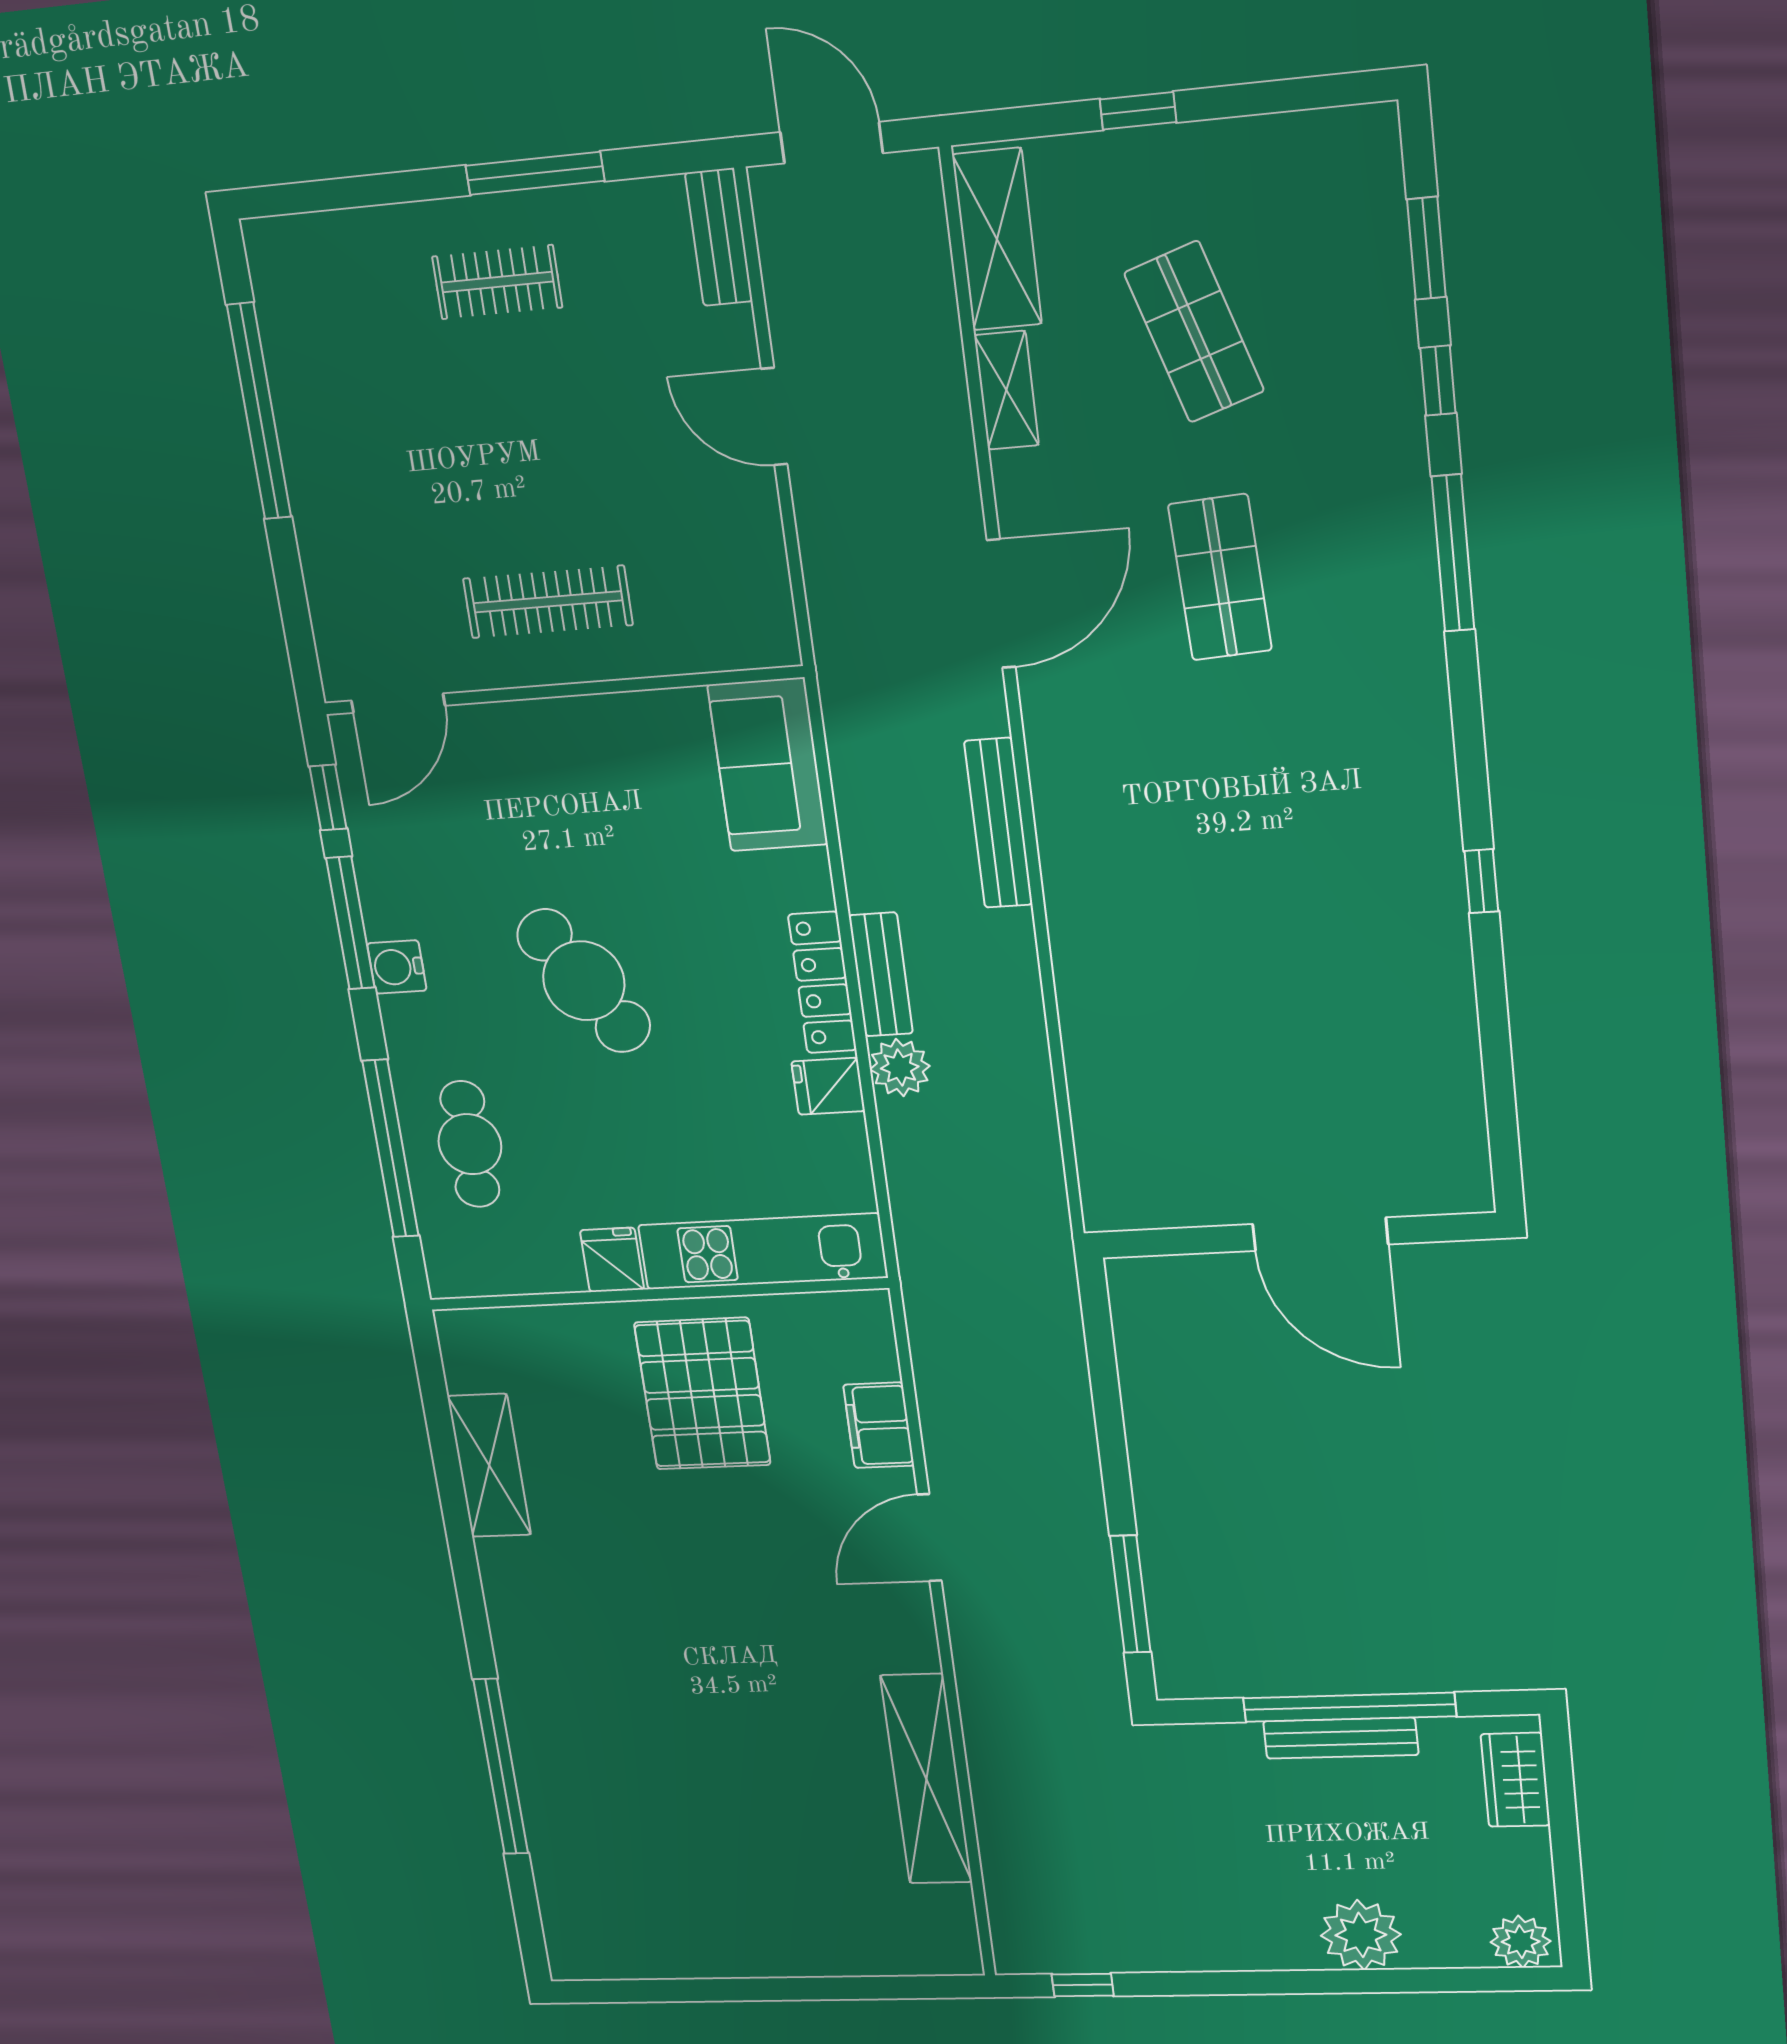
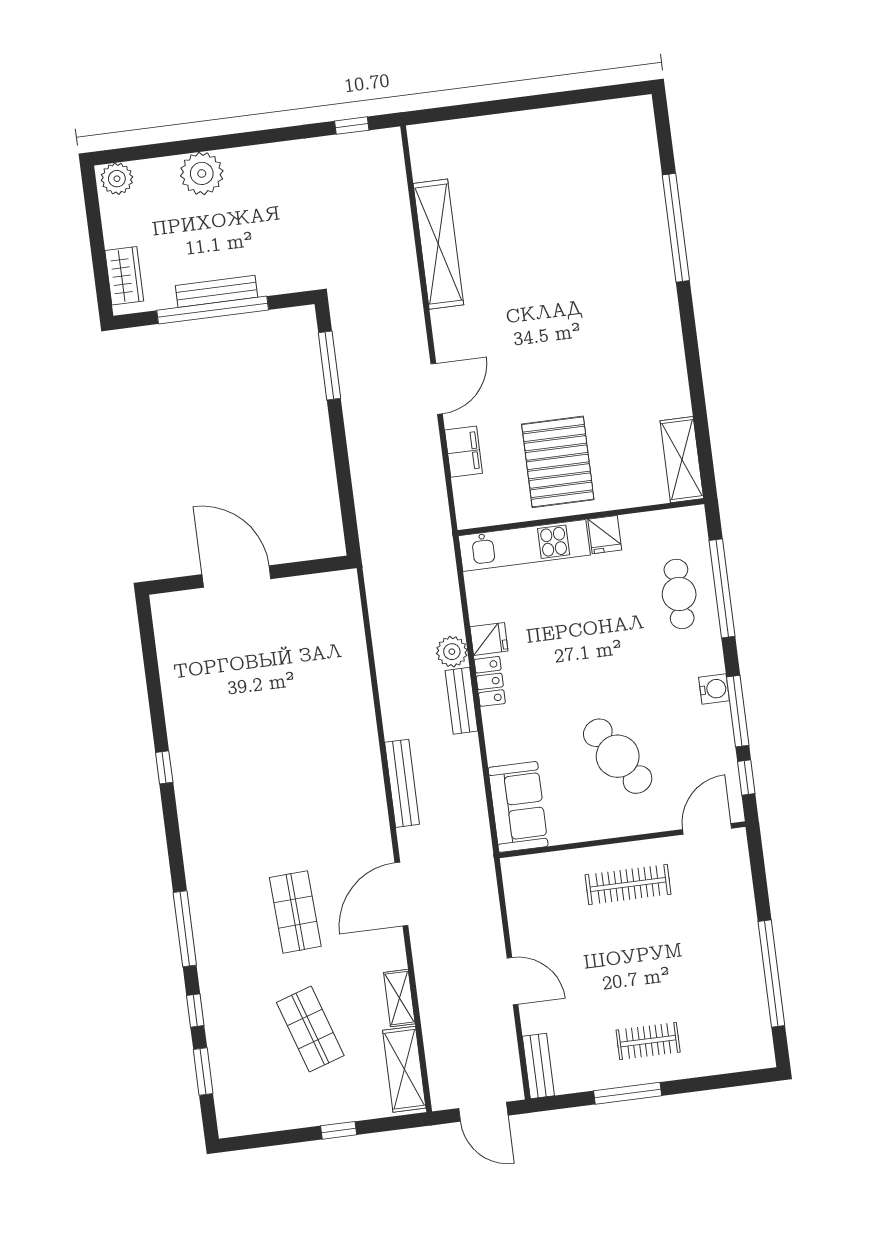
cafe table: (584, 981) -> (618, 756), moved
locker: (822, 982) -> (490, 681), width x0.66
shelving: (489, 1466) -> (682, 460), moved

